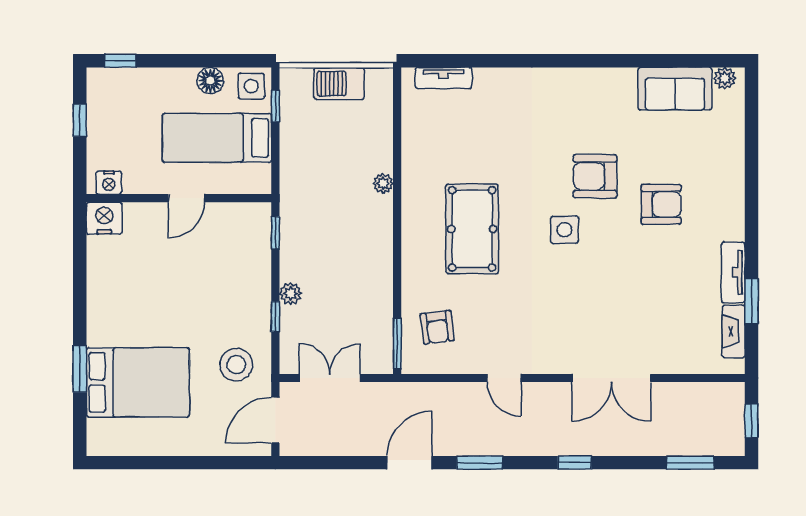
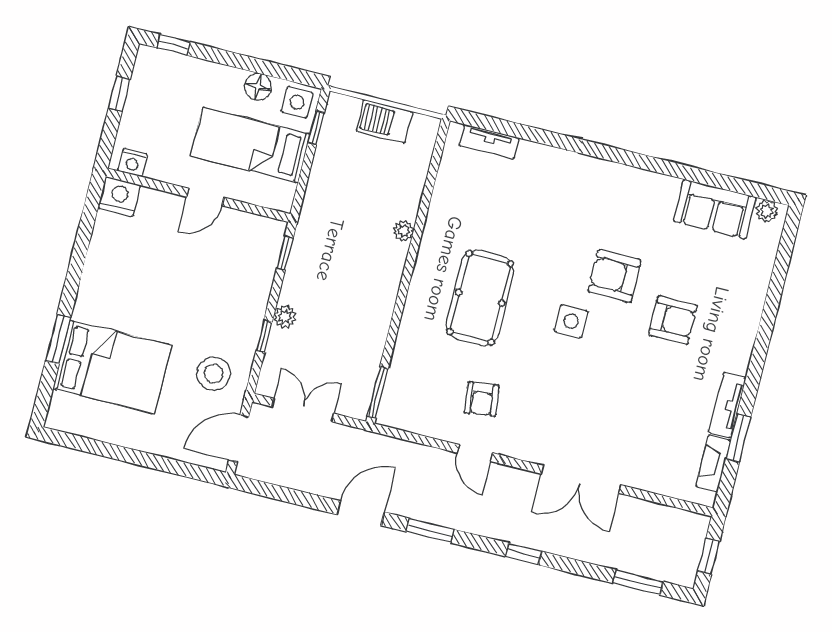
armchair: (437, 327) -> (482, 399), moved

